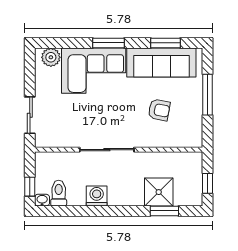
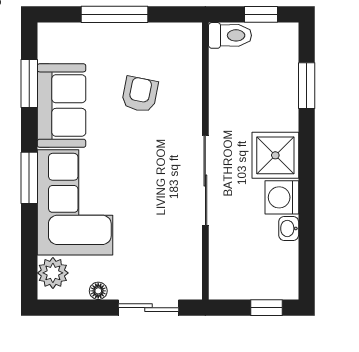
sofa: (161, 63) -> (61, 106), width x0.73
floor lamp: (40, 85) -> (98, 291), added
shower: (159, 192) -> (275, 155), moved
toilet: (59, 193) -> (230, 35), moved, turned 180
washbasin: (42, 200) -> (289, 228), moved

